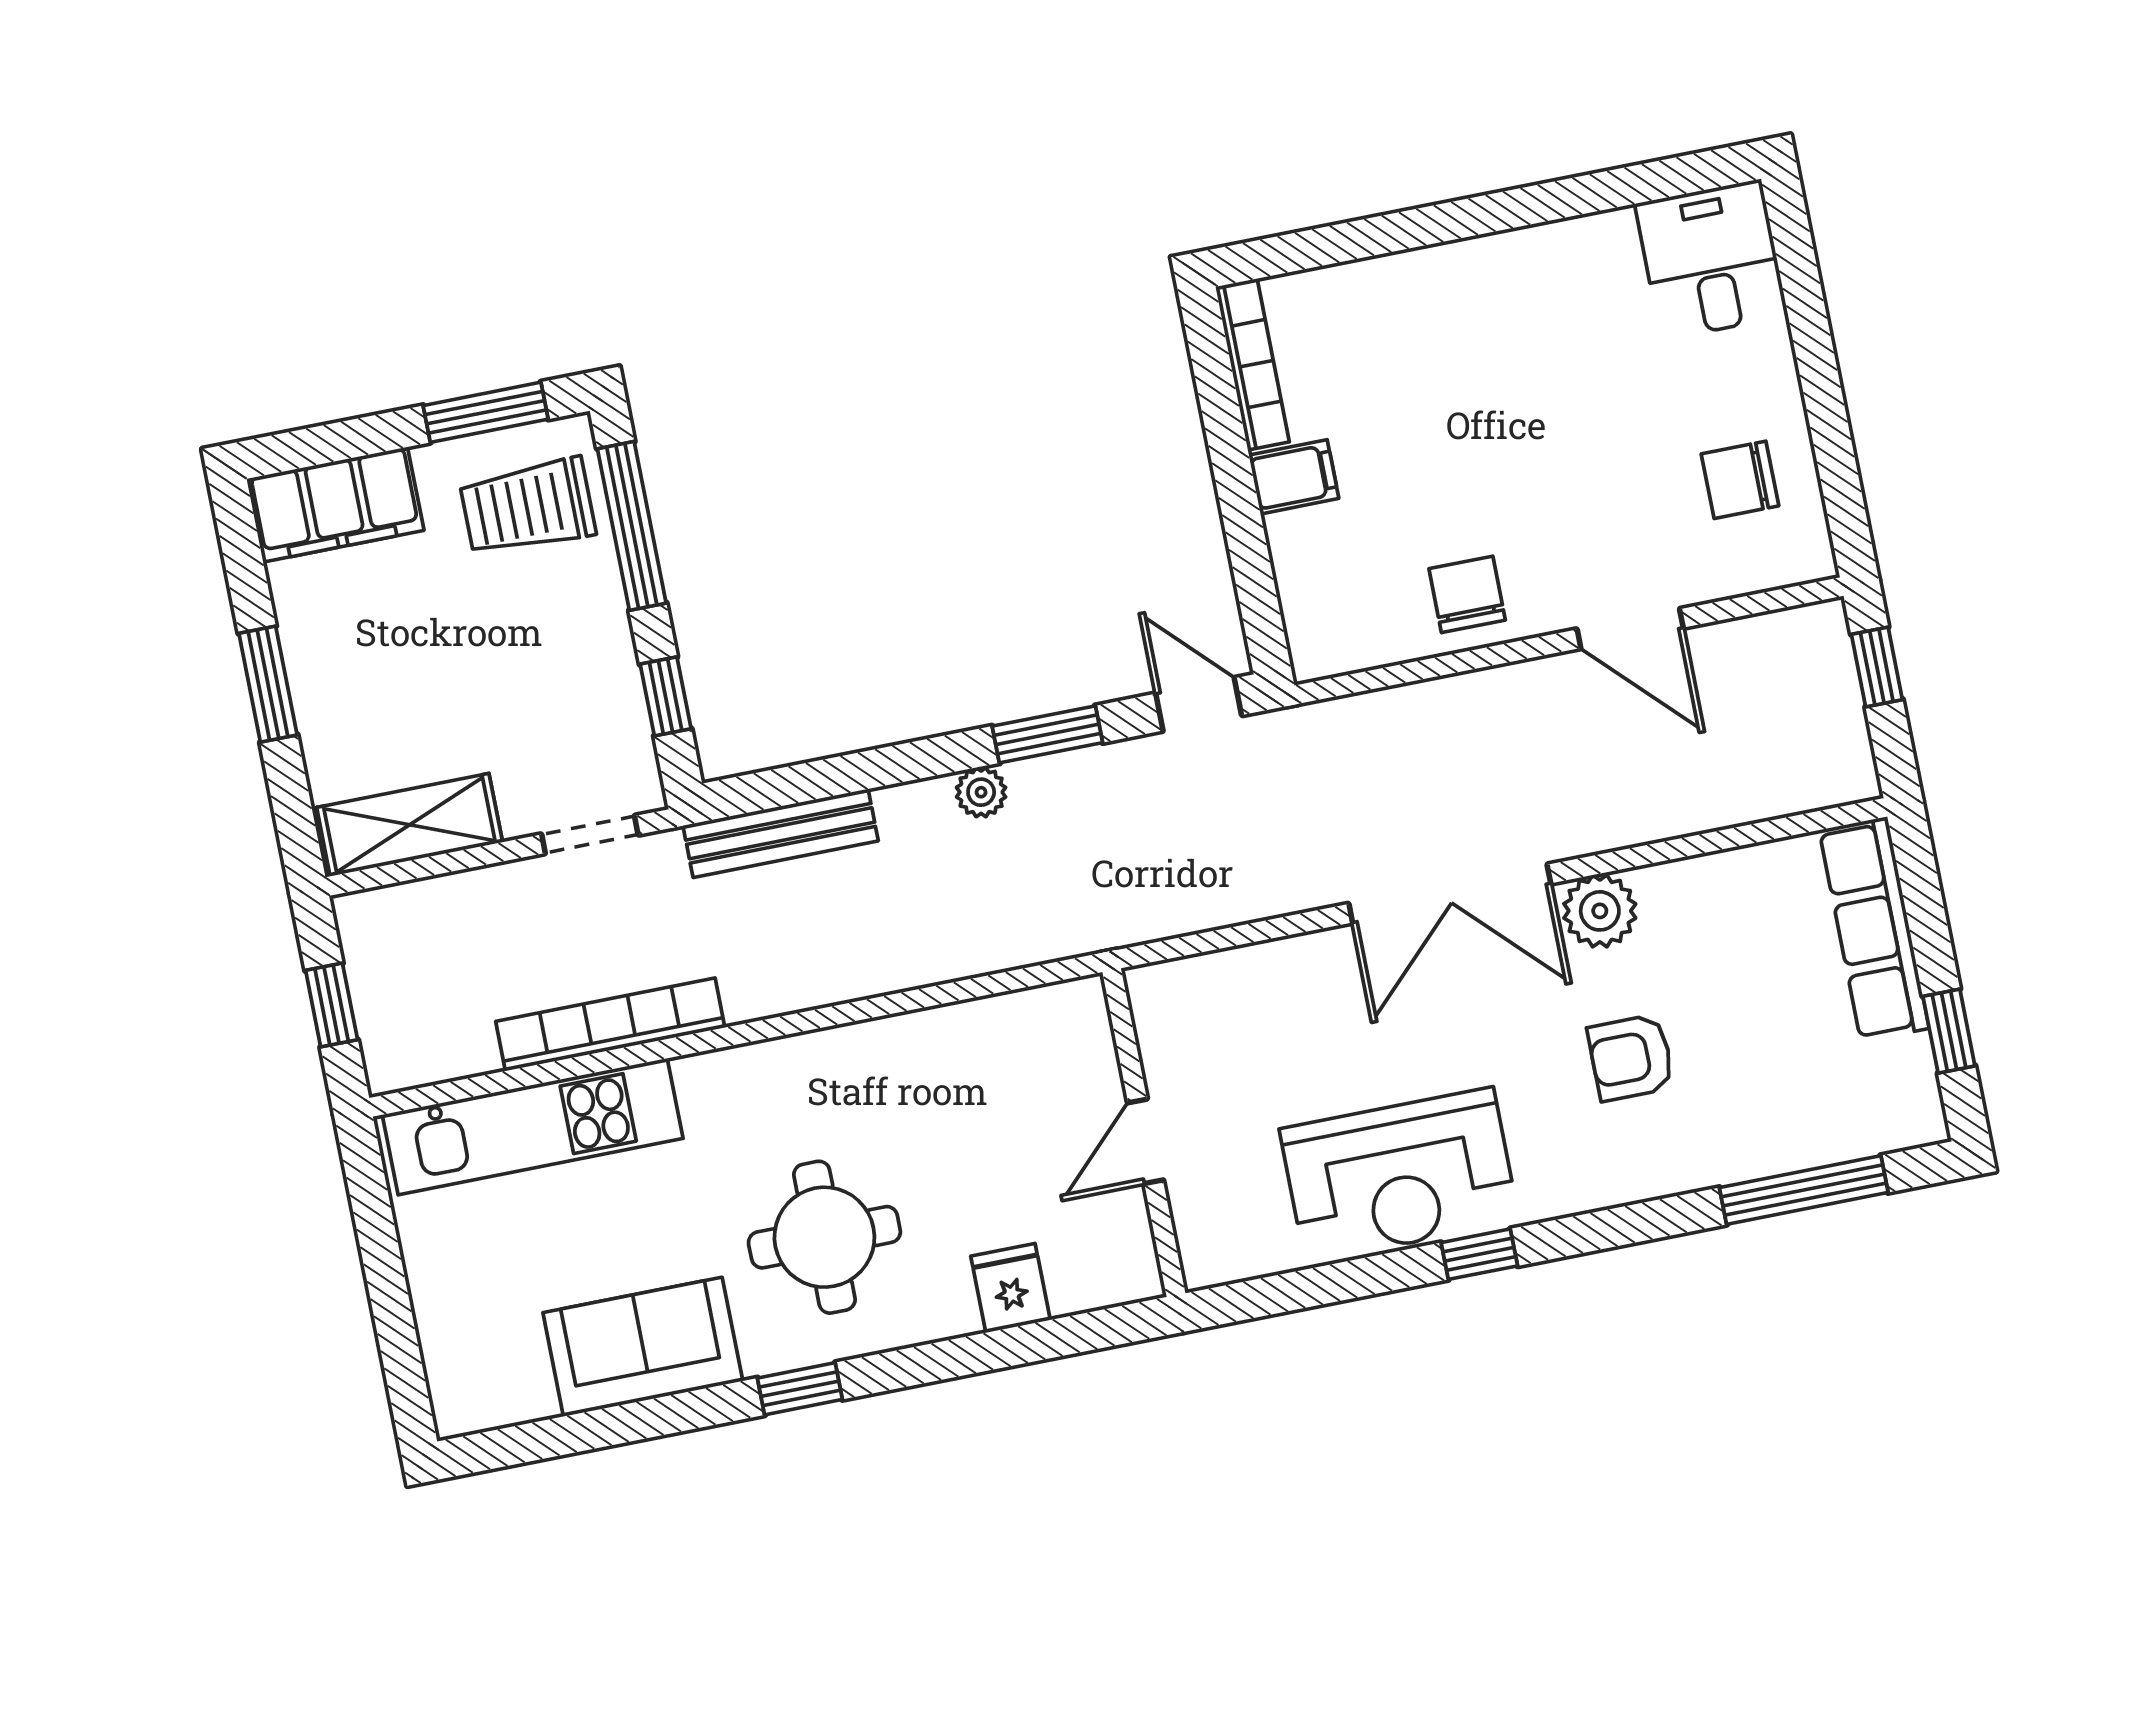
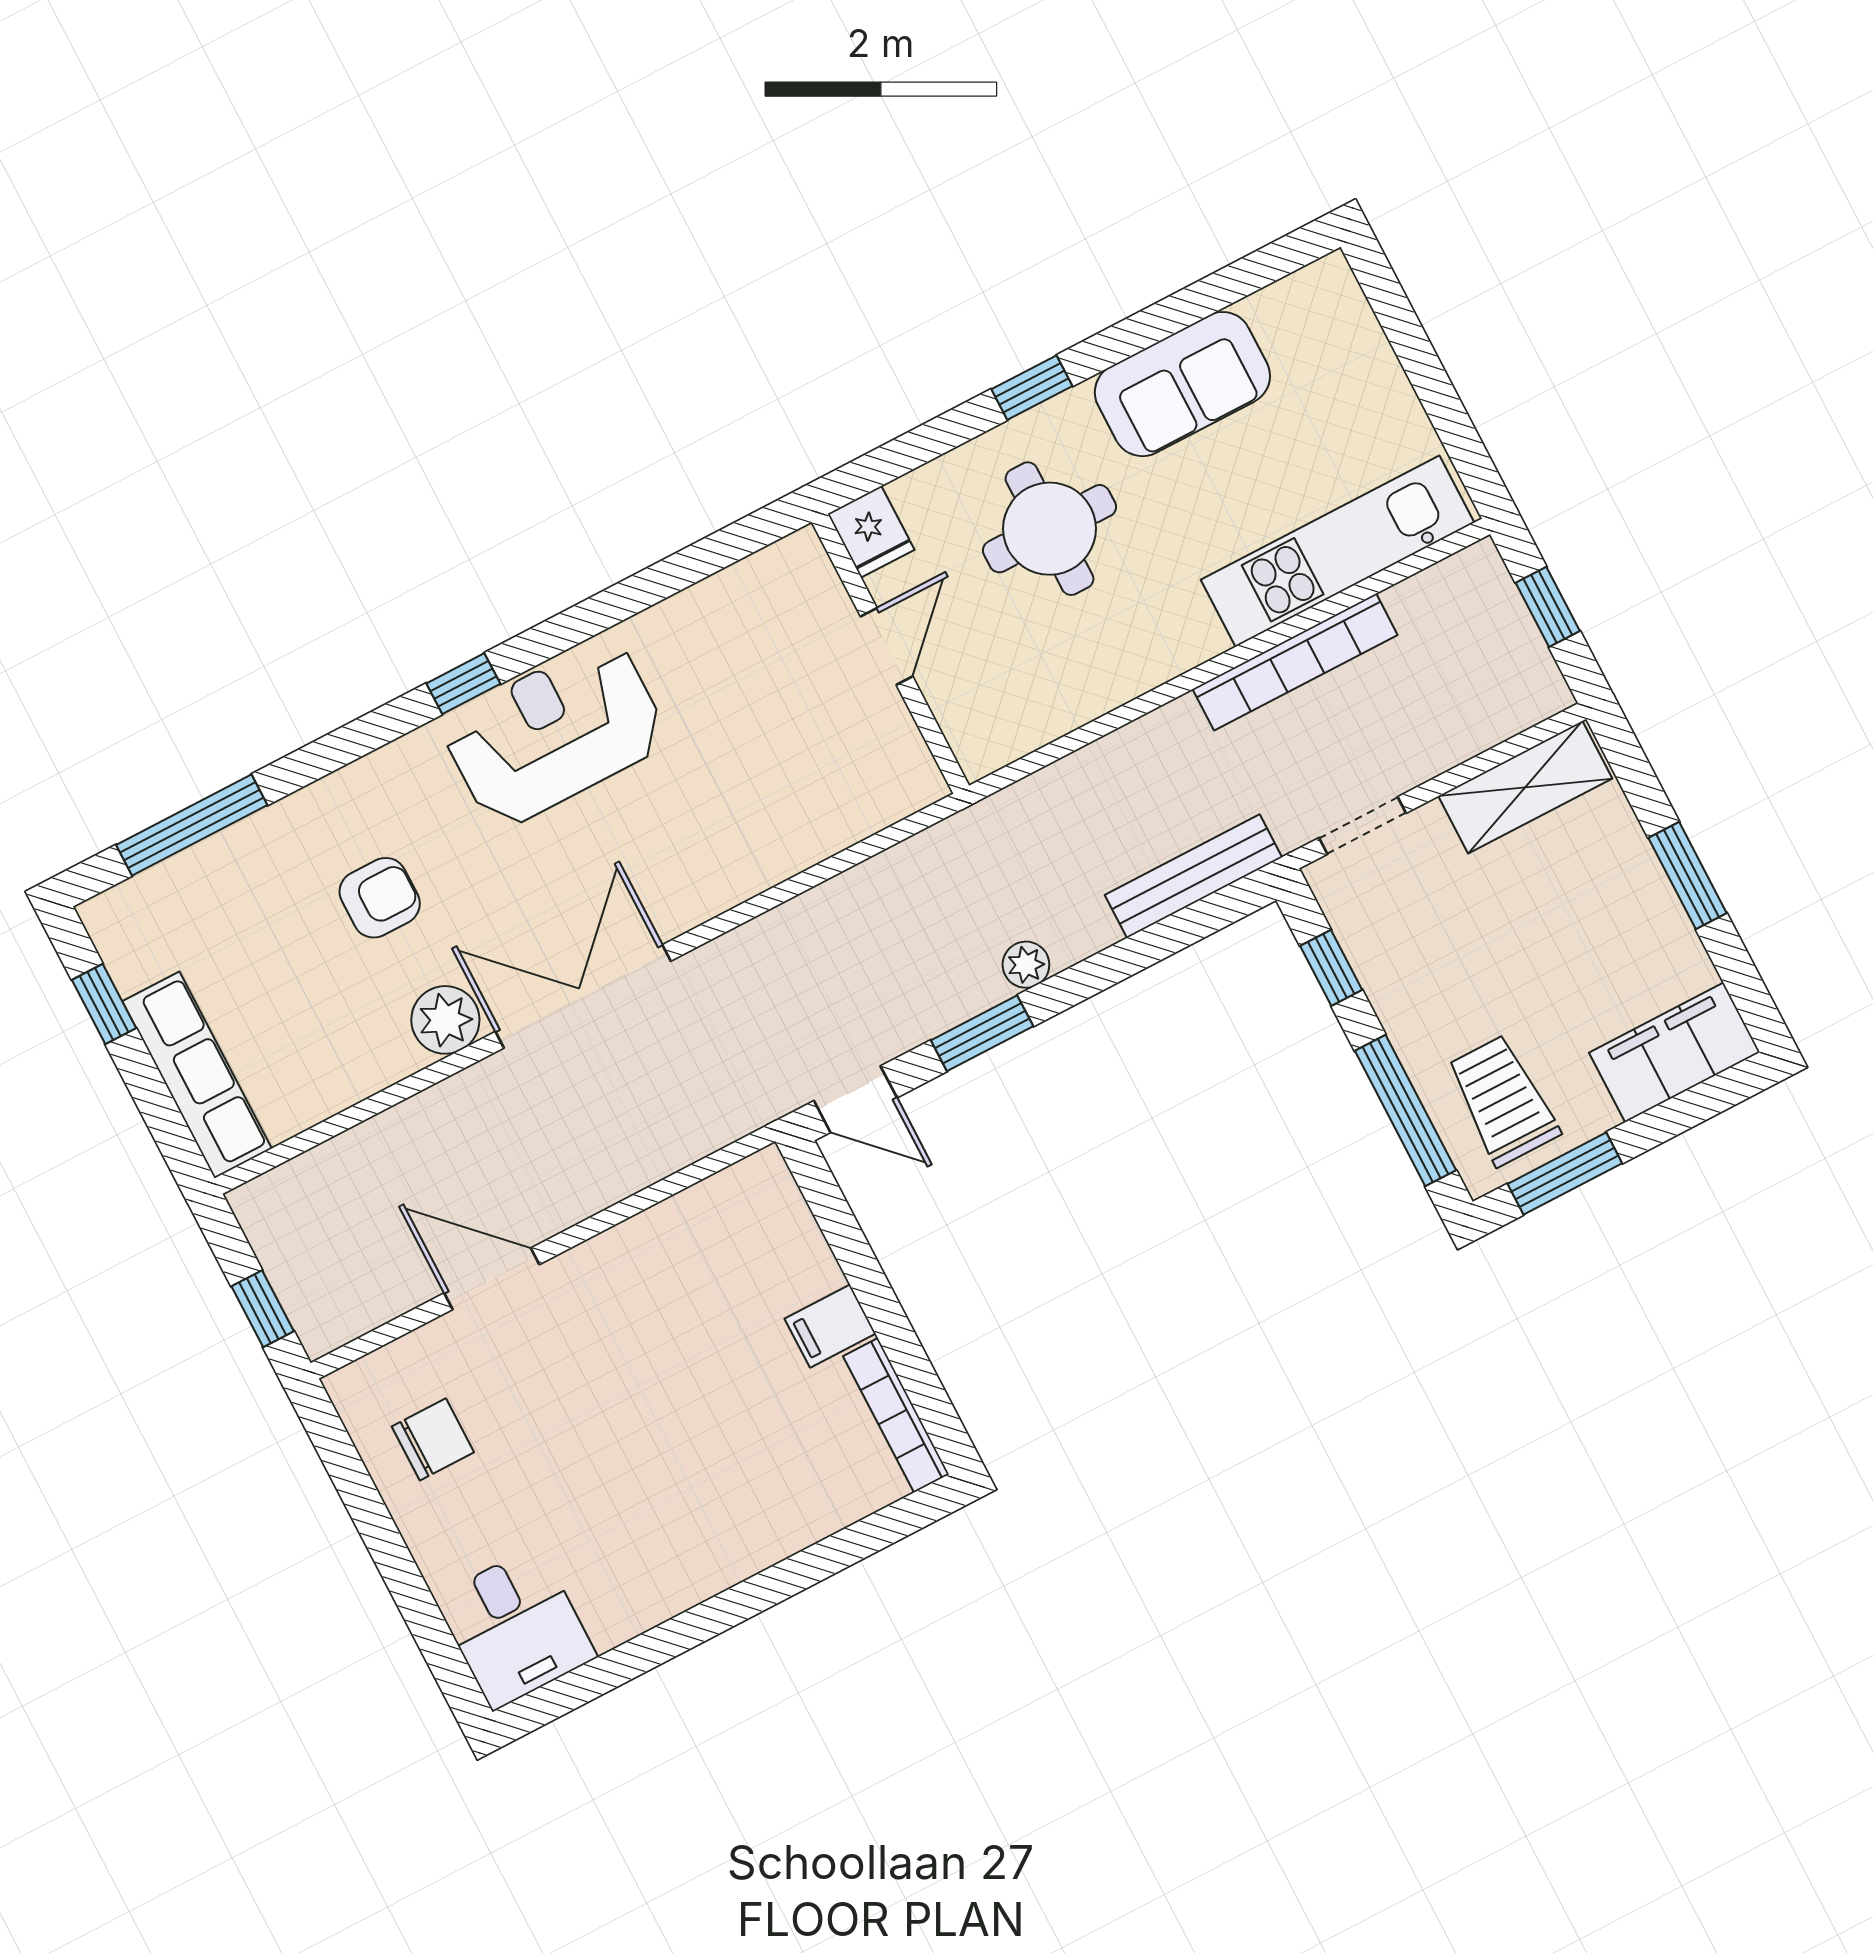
trolley: (528, 507) -> (1503, 1100), turned -90
chair: (1467, 594) -> (646, 1267), removed
wall: (1144, 1133) -> (890, 654), moved
door: (1146, 1141) -> (887, 646), moved

